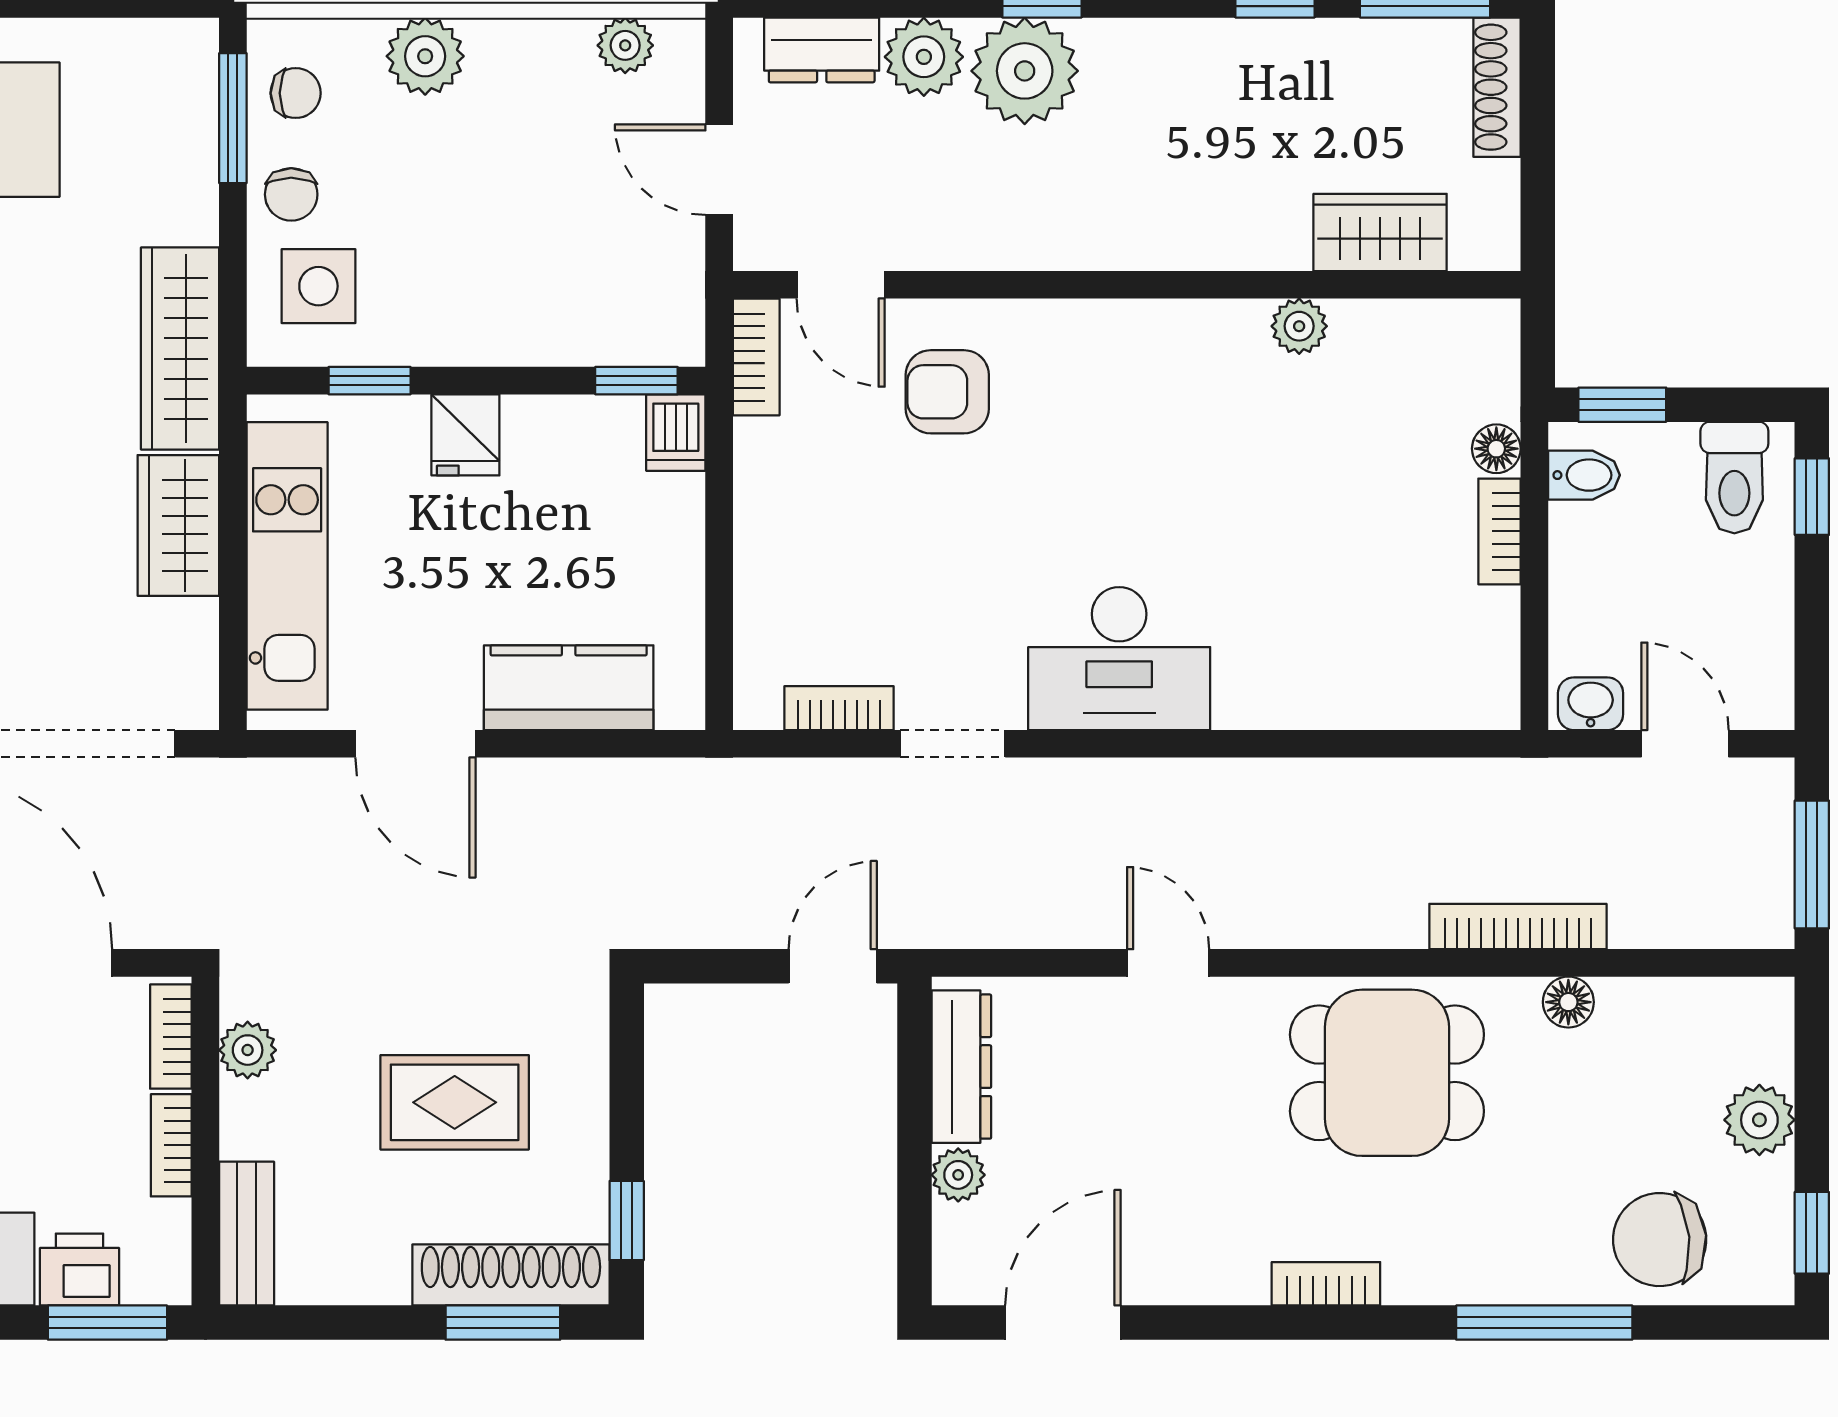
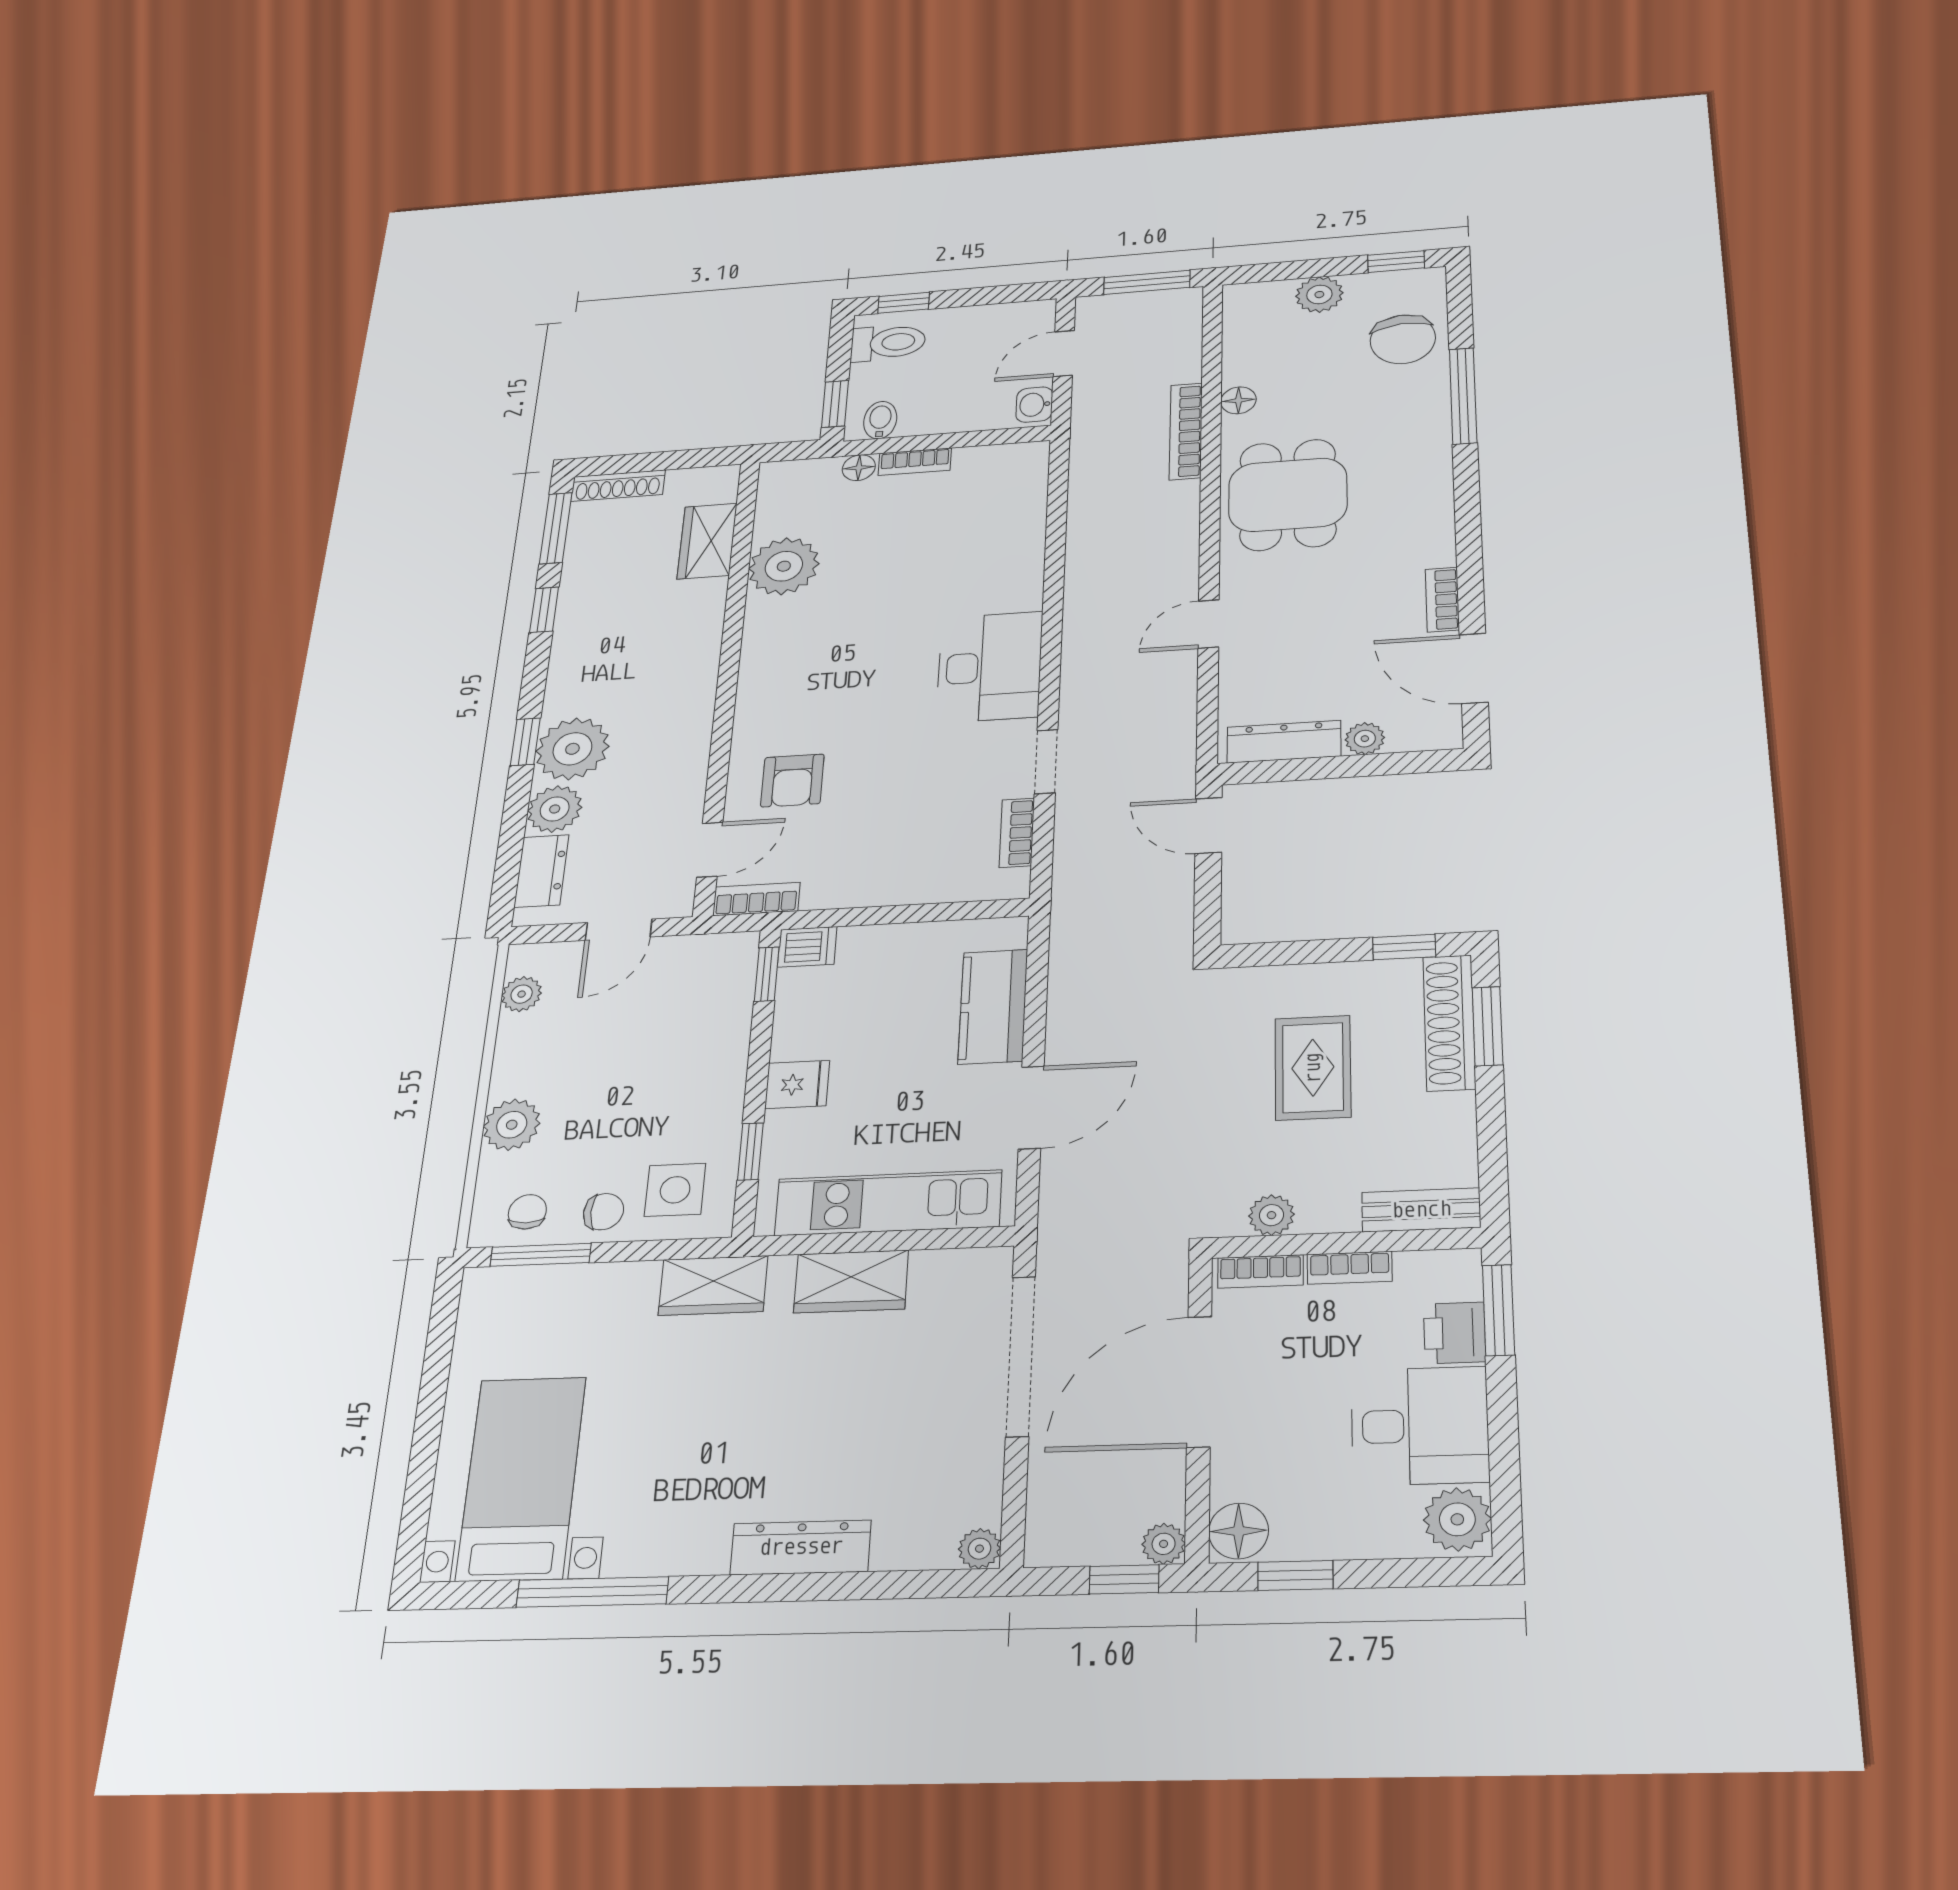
plant: (1299, 326) -> (784, 566), width x1.88, depth x1.88
wardrobe: (180, 349) -> (713, 1285), width x0.67
bookcase: (1326, 1284) -> (1442, 600), moved

